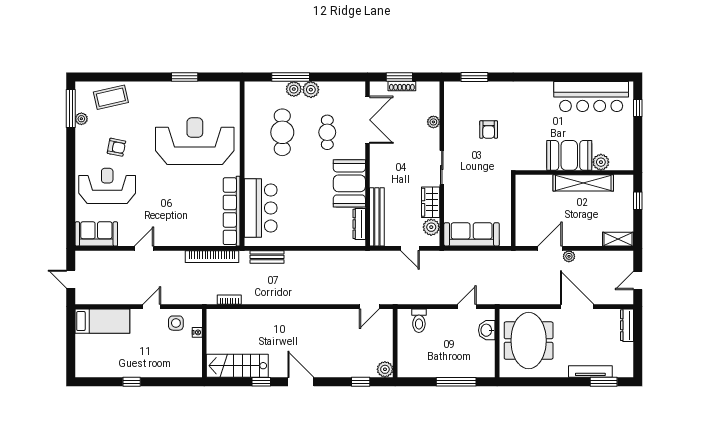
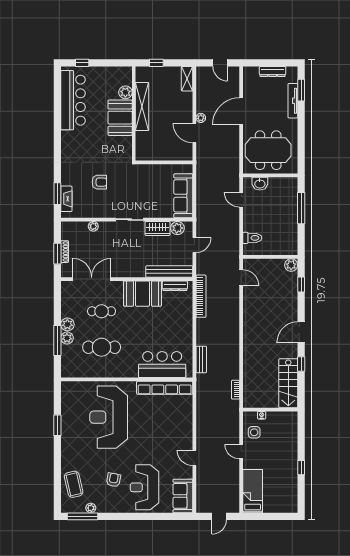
fireplace: (468, 88) -> (66, 199), added
bookcase: (212, 257) -> (201, 296), moved
dresser: (627, 325) -> (273, 71), moved

